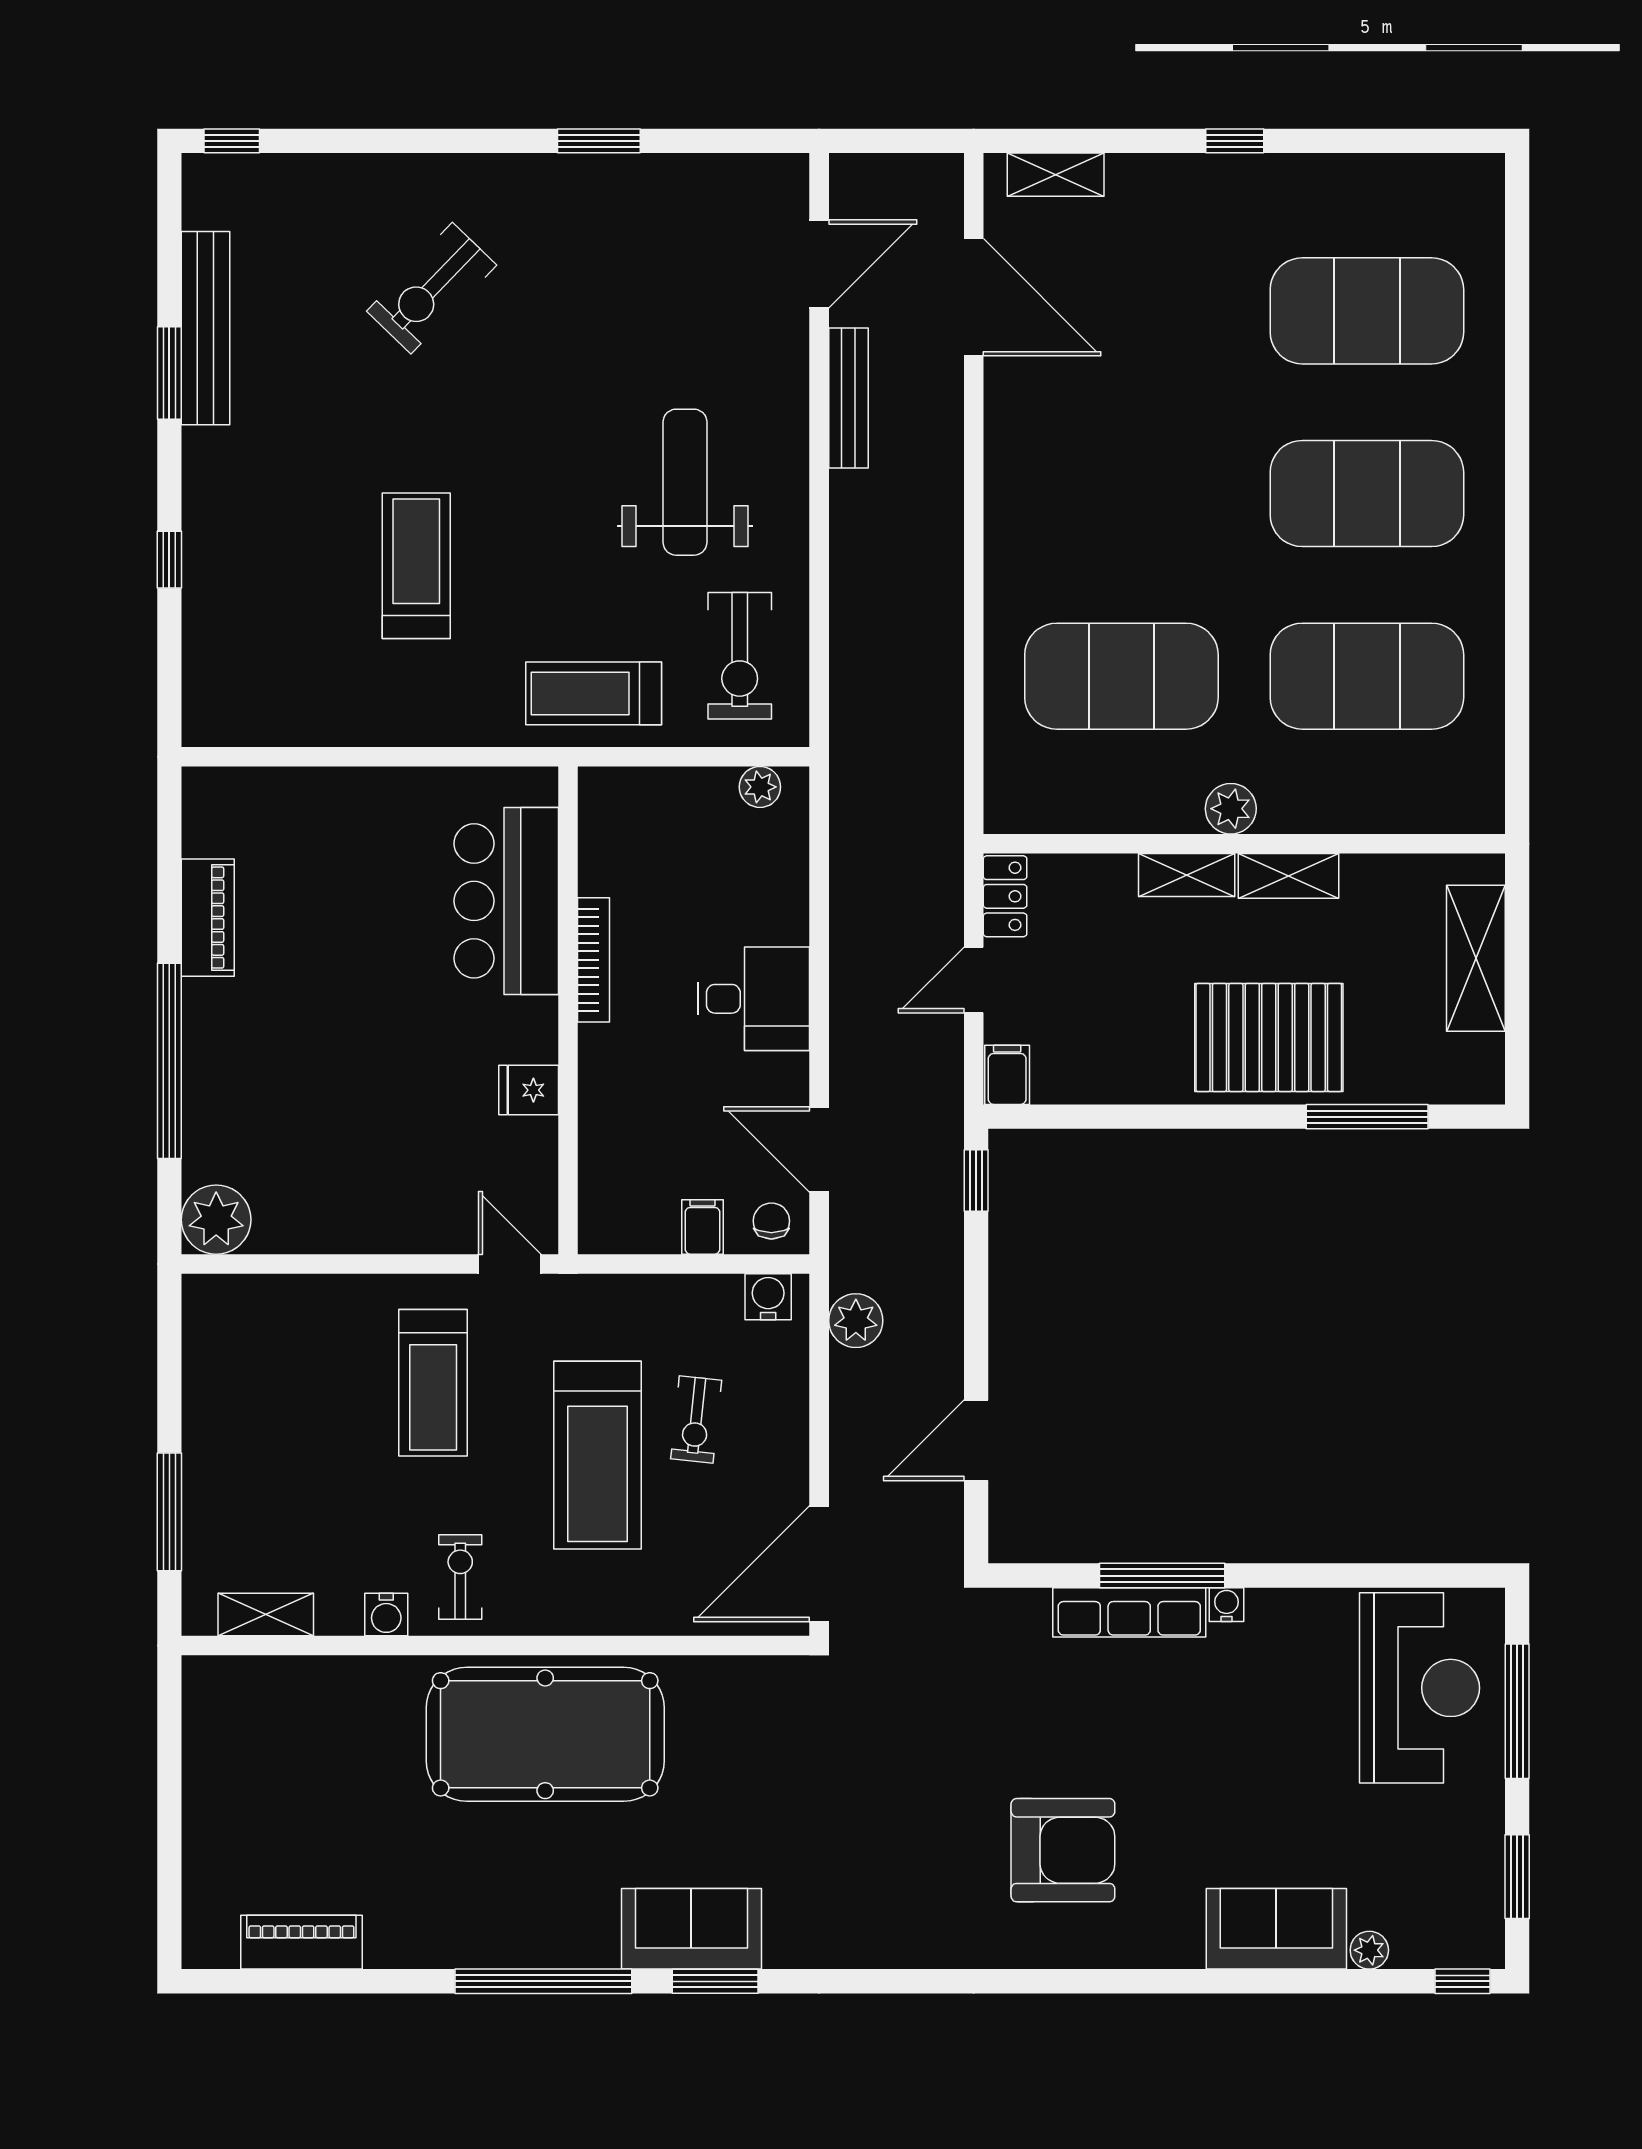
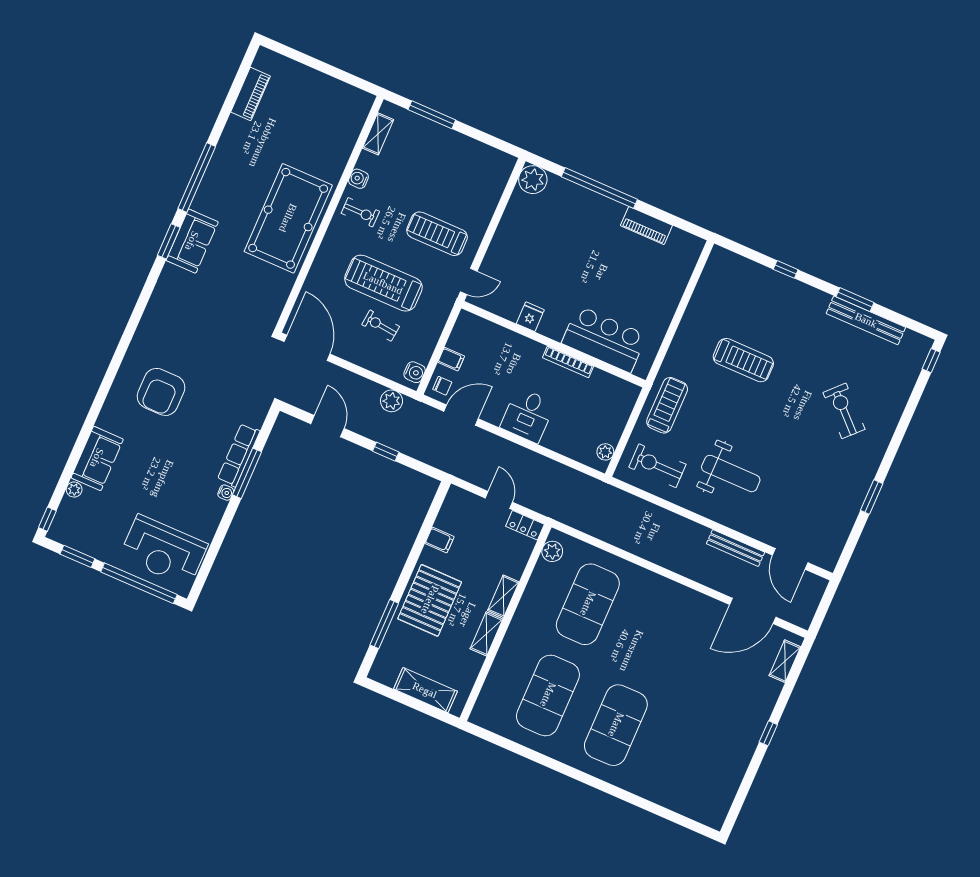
exercise mat: (1367, 311) -> (684, 755), removed
plant: (1231, 809) -> (552, 551), moved
filing cabinet: (1007, 1075) -> (439, 540), moved
window: (976, 1180) -> (386, 452), moved
window: (1517, 1711) -> (139, 583), width x1.46

